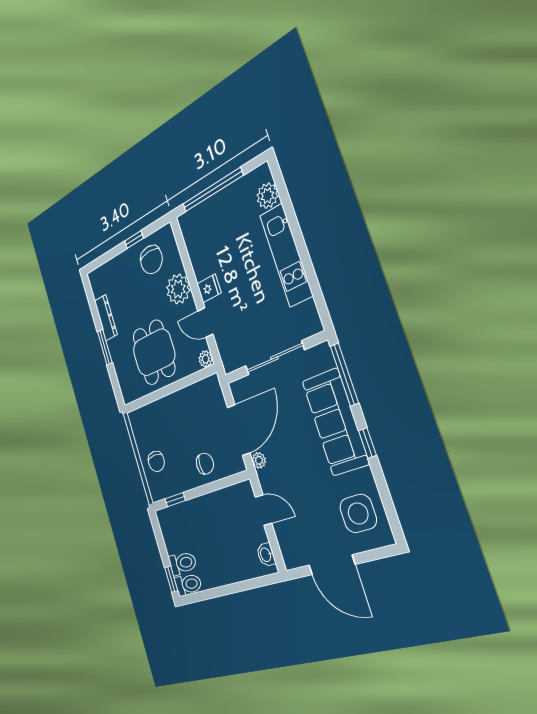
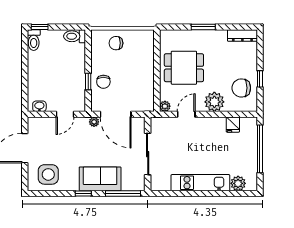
fridge: (209, 288) -> (233, 125), moved
dresser: (106, 318) -> (242, 35), moved
sofa: (335, 422) -> (100, 179), width x0.73
window: (175, 500) -> (88, 82), moved
toilet: (183, 563) -> (75, 36), moved, turned 90

